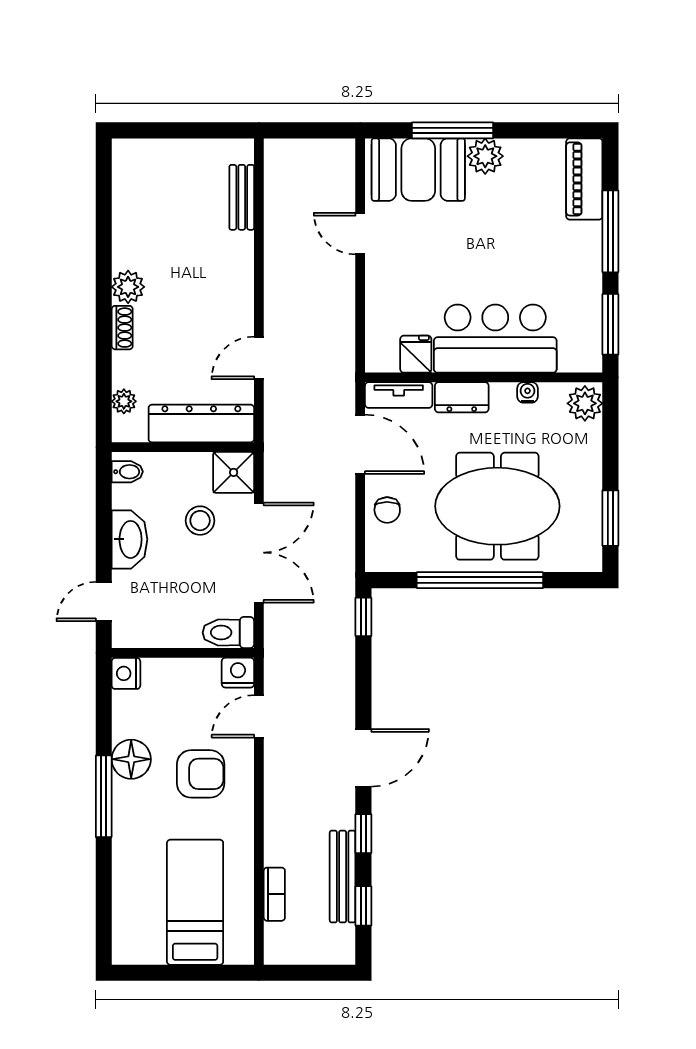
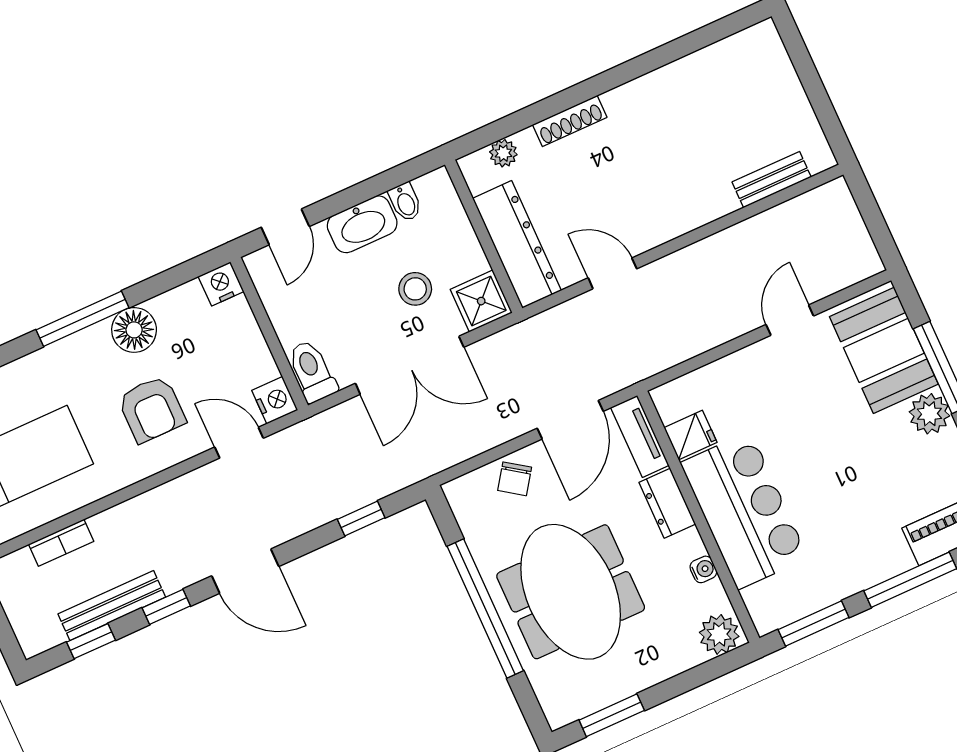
plant: (128, 287) -> (625, 103), removed
shoe rack: (122, 328) -> (570, 121), width x1.43
bidet: (127, 472) -> (405, 202), moved
chair: (387, 510) -> (515, 479), turned -55
door: (104, 602) -> (285, 227), swing flipped
window: (363, 617) -> (361, 519), moved

